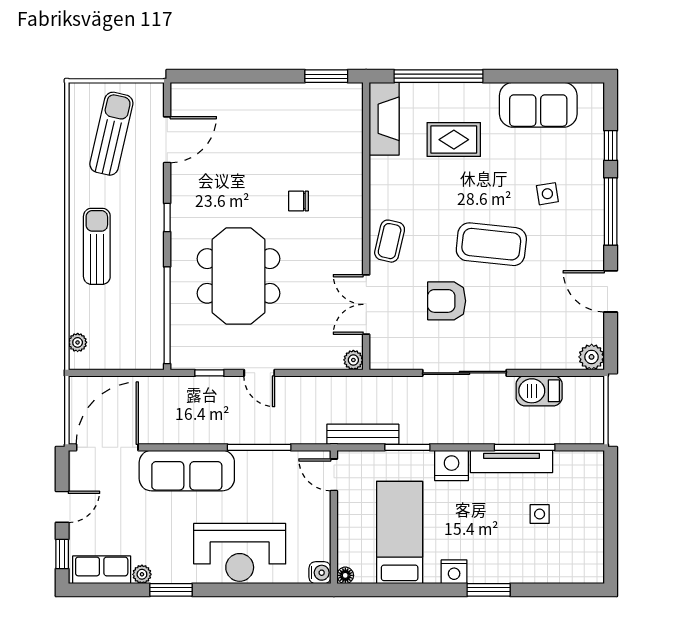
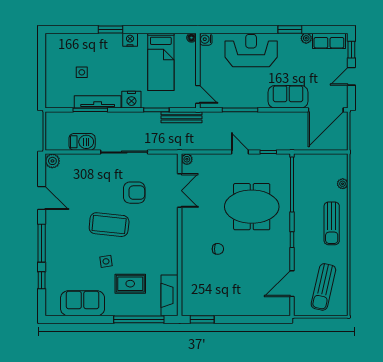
side table: (547, 194) -> (106, 261), moved
coffee table: (390, 241) -> (166, 226), removed
meeting table: (238, 276) -> (252, 207), turned 90
plant: (78, 342) -> (343, 184), moved
sofa: (187, 471) -> (288, 97), width x0.73

